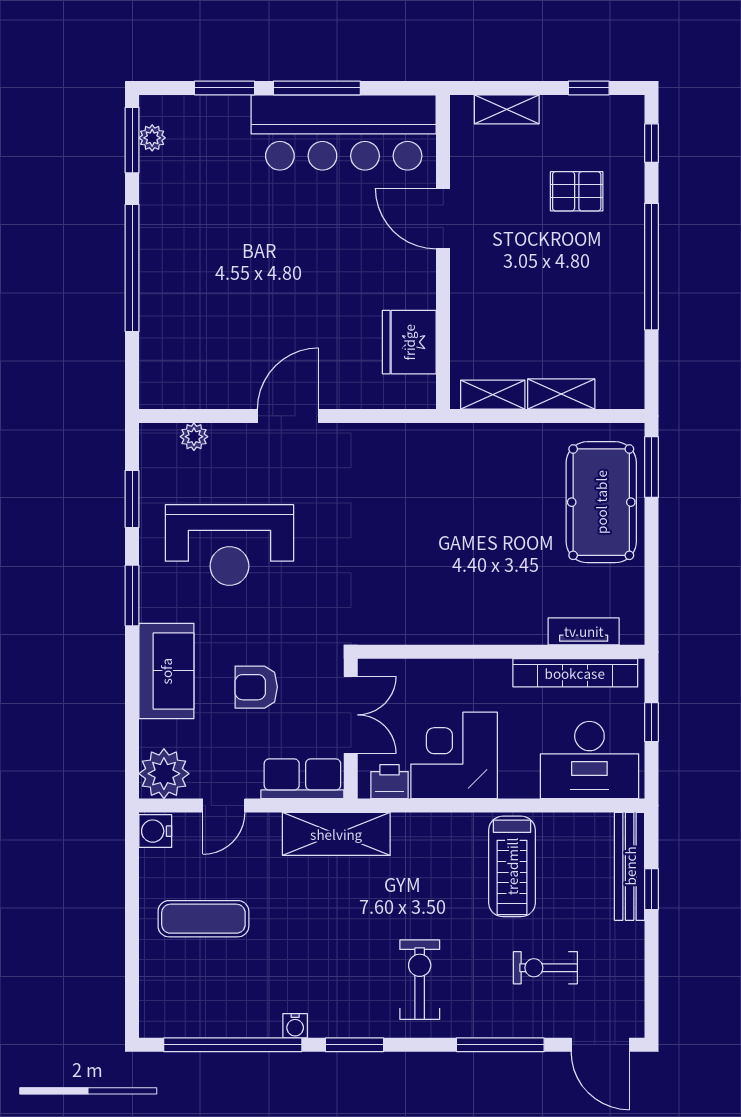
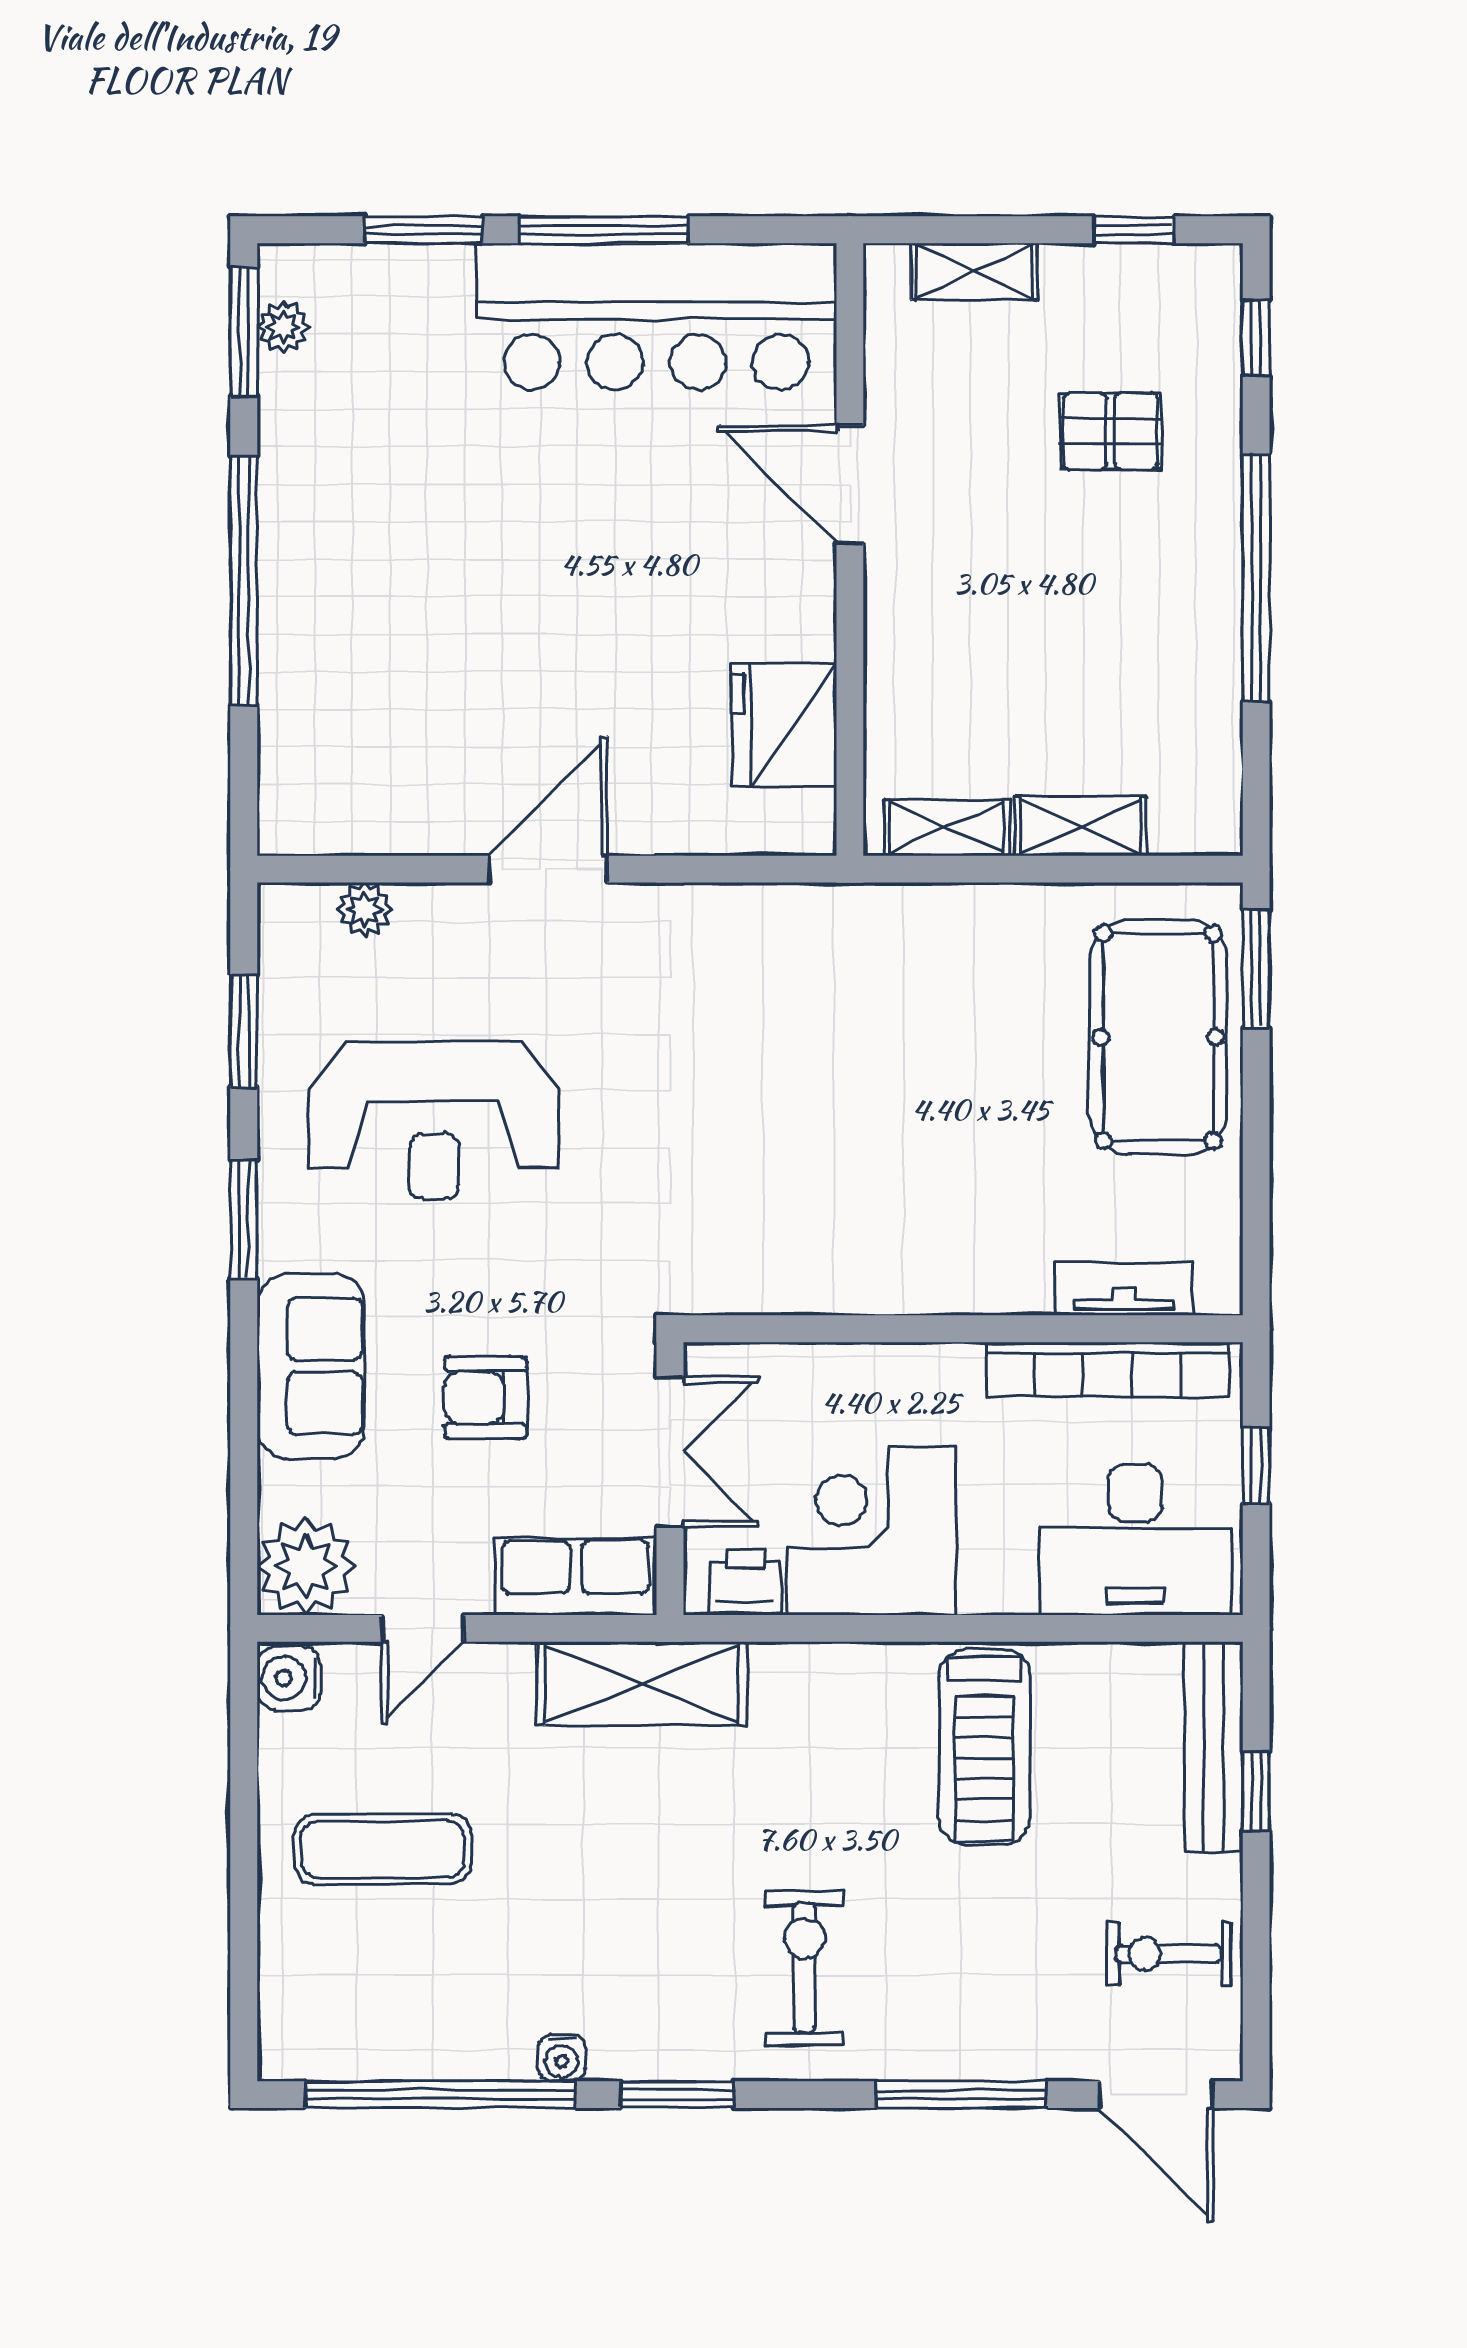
exercise bike: (545, 968) -> (1169, 1954), moved

